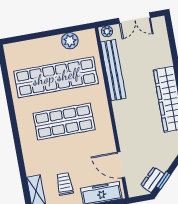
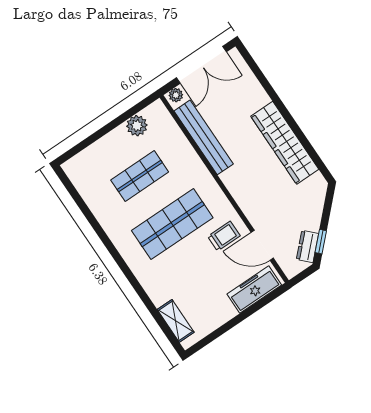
double door: (134, 18) -> (201, 65), width x1.37
shop shelf: (56, 77) -> (140, 176), width x0.50, depth x0.74
trolley: (65, 184) -> (224, 236), moved, turned 90

